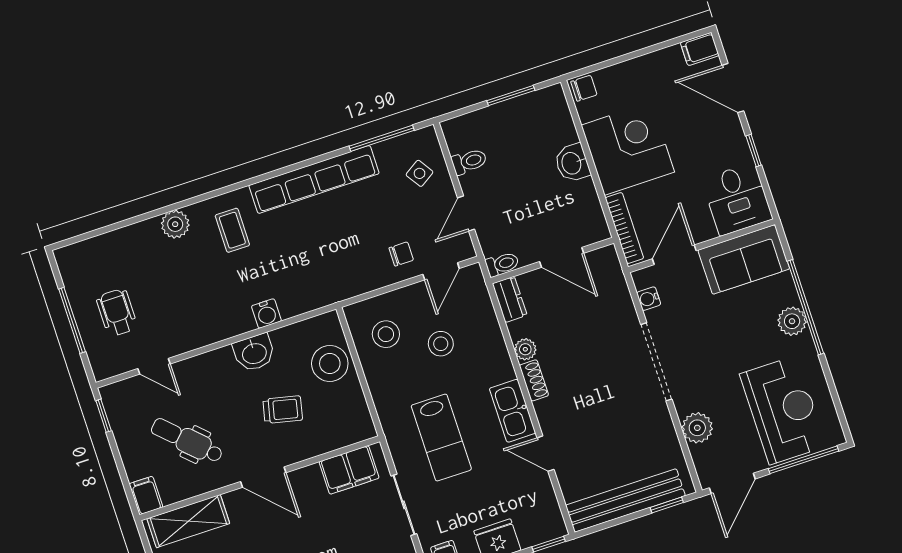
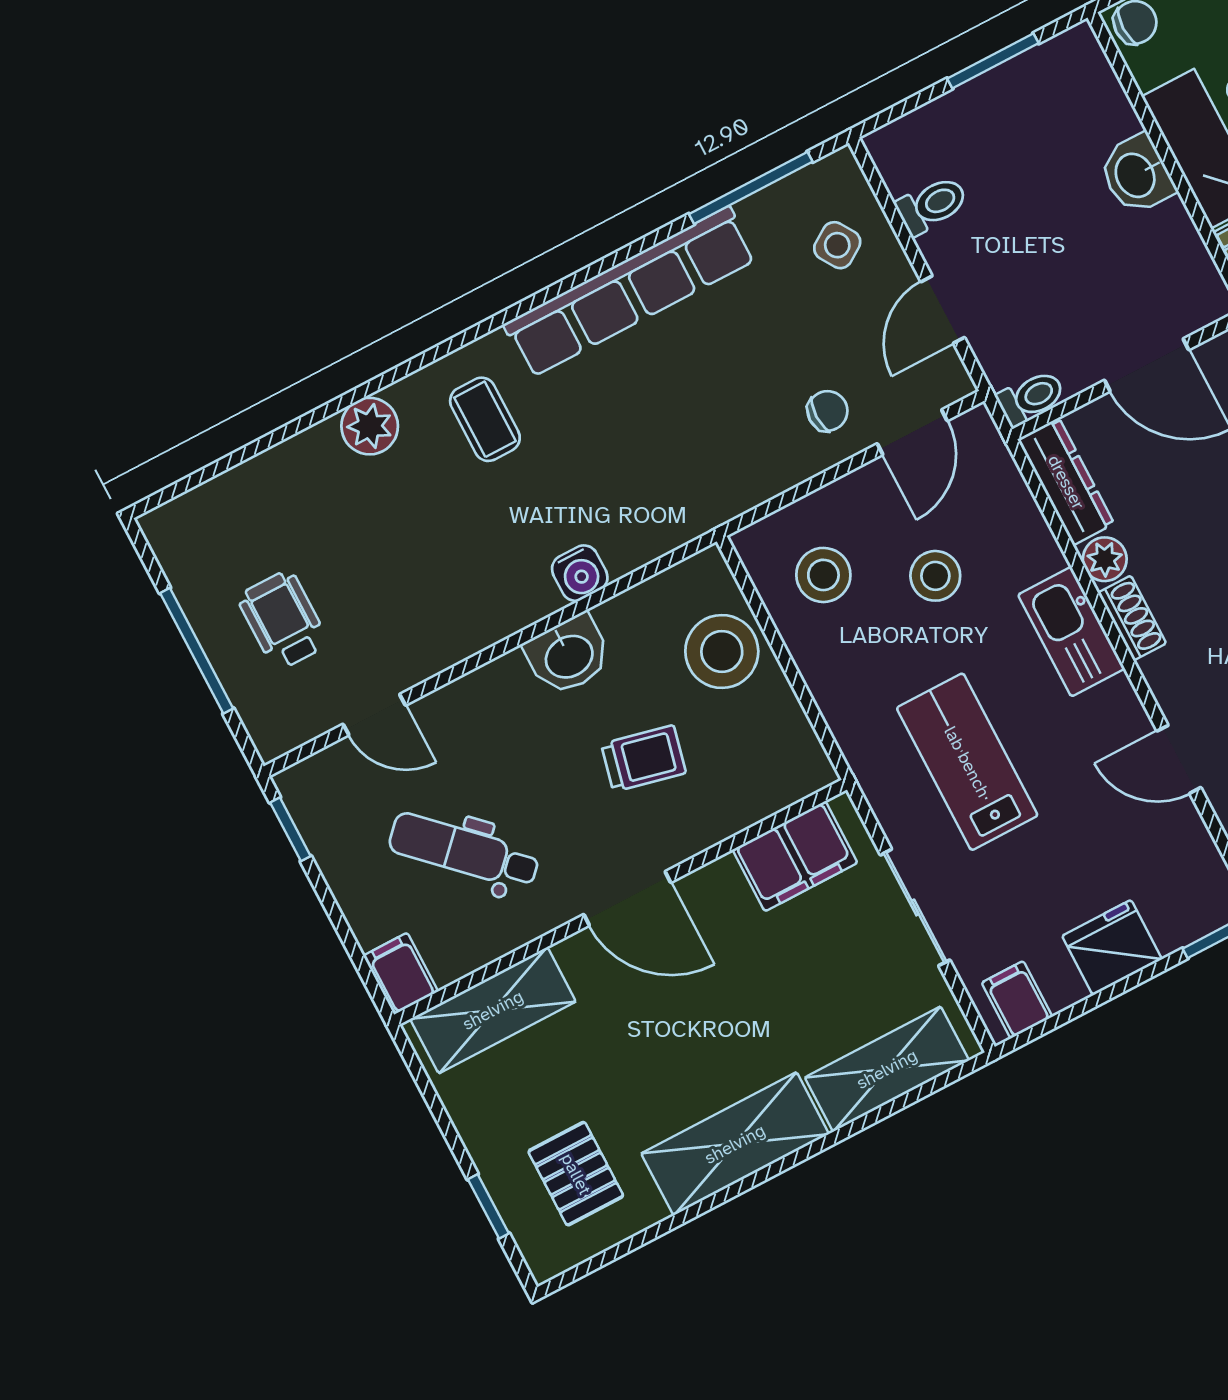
dresser: (510, 299) -> (1066, 482), width x1.44
kitchen sink: (512, 411) -> (1071, 632), moved
lab bench: (441, 438) -> (967, 762), turned 180

